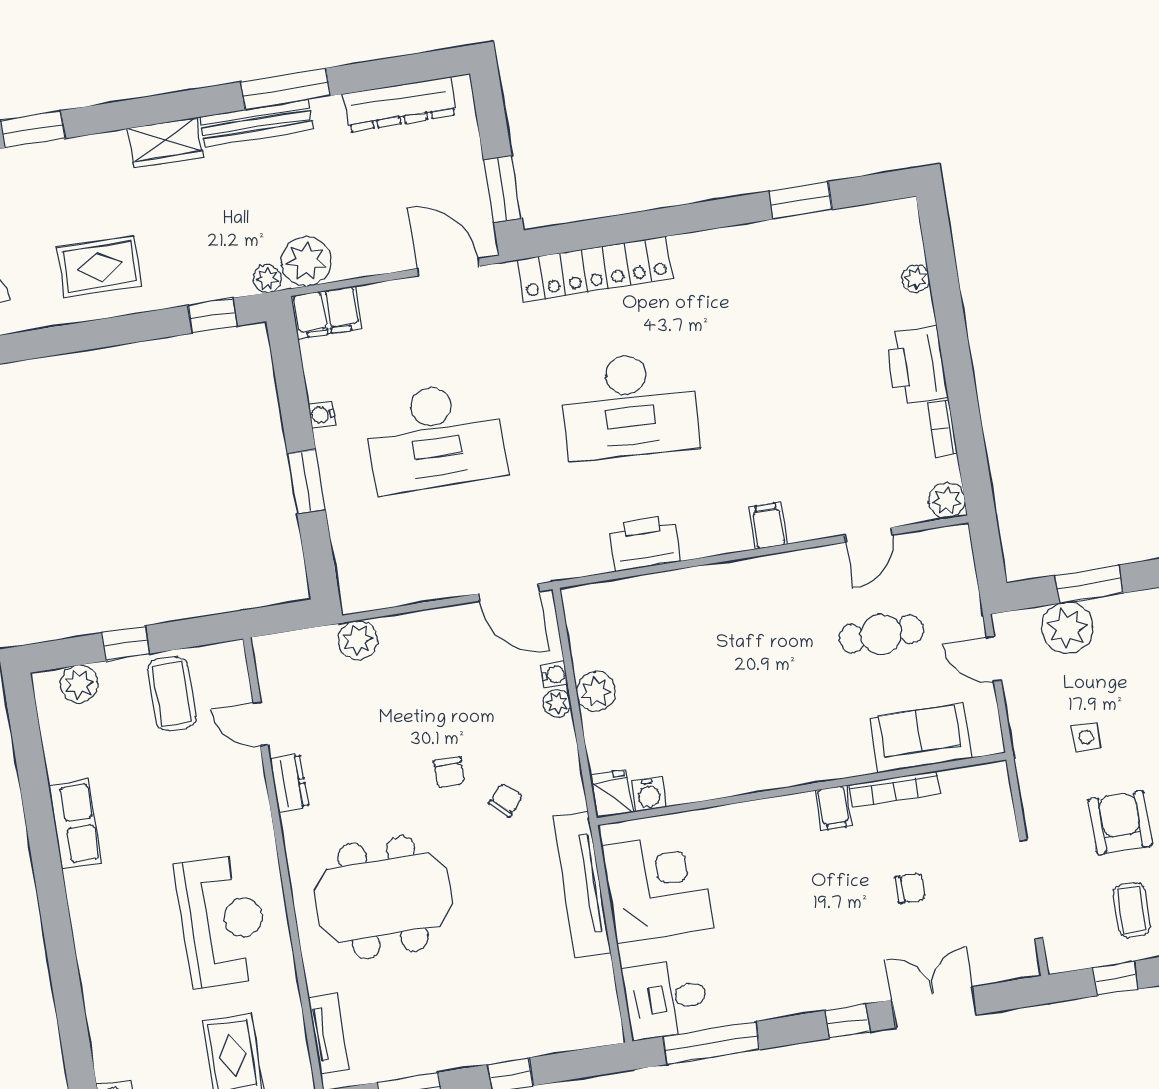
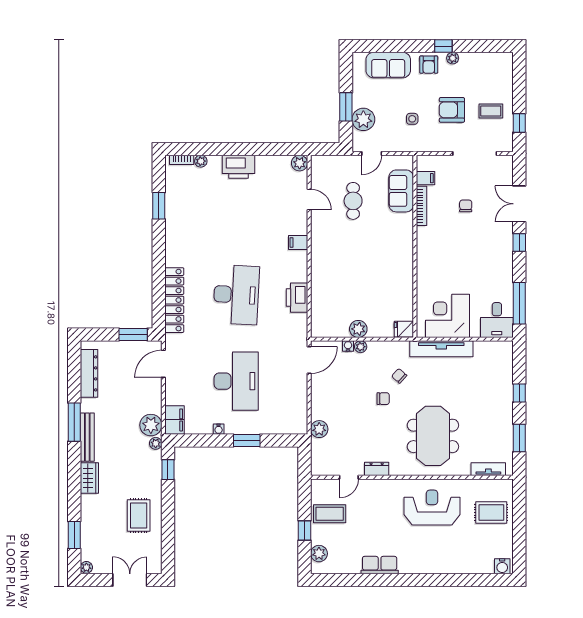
bookcase: (943, 428) -> (182, 160), moved
water cooler: (649, 794) -> (407, 313), removed
filing cabinet: (834, 808) -> (426, 178), moved

